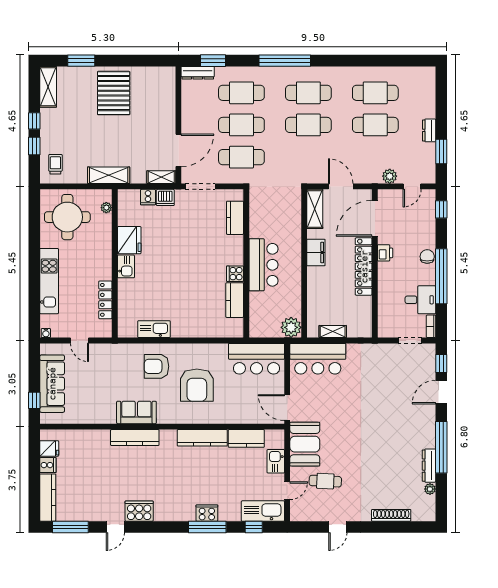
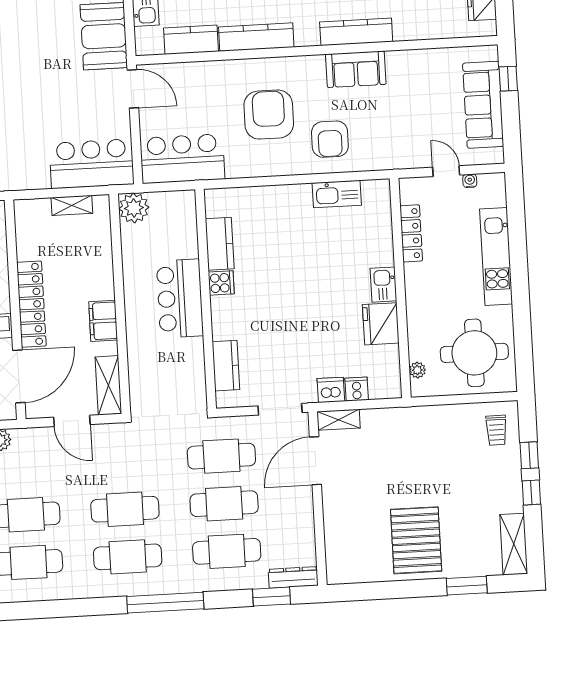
shelving: (109, 175) -> (417, 418), removed
water cooler: (46, 333) -> (470, 181), moved
armchair: (156, 366) -> (330, 139), turned 90

